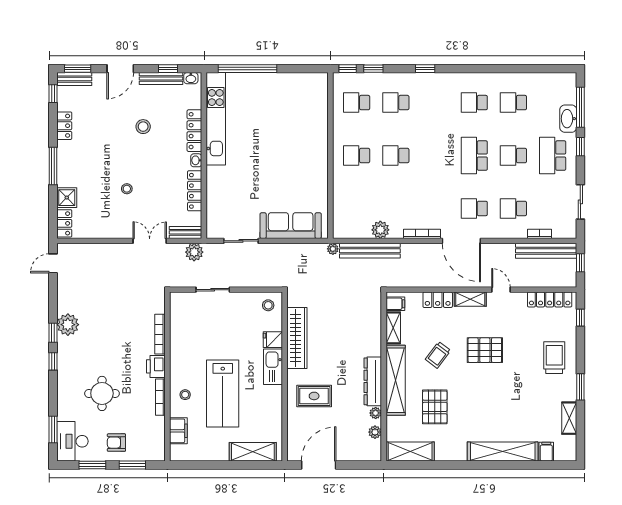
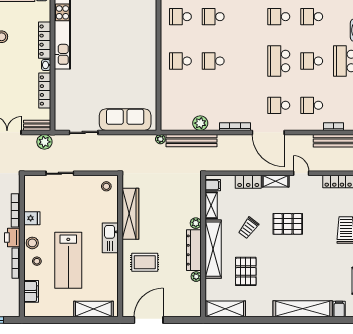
fridge: (273, 340) -> (32, 218), moved, turned 180
stool: (180, 373) -> (32, 243), added
plant: (375, 432) -> (196, 223), moved

